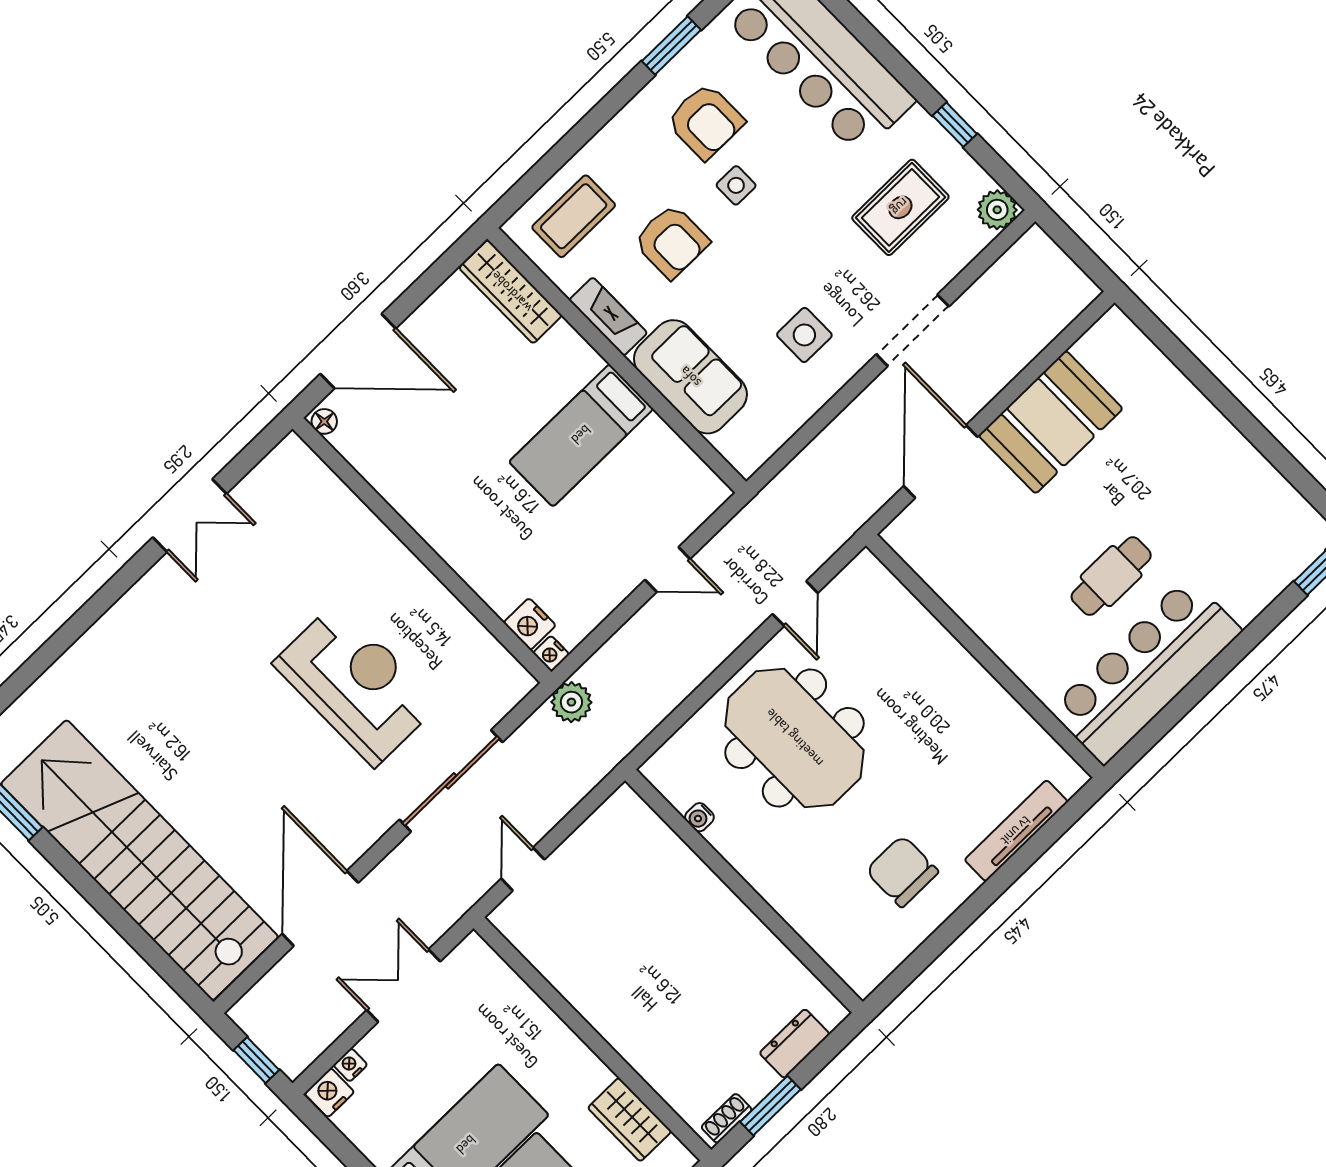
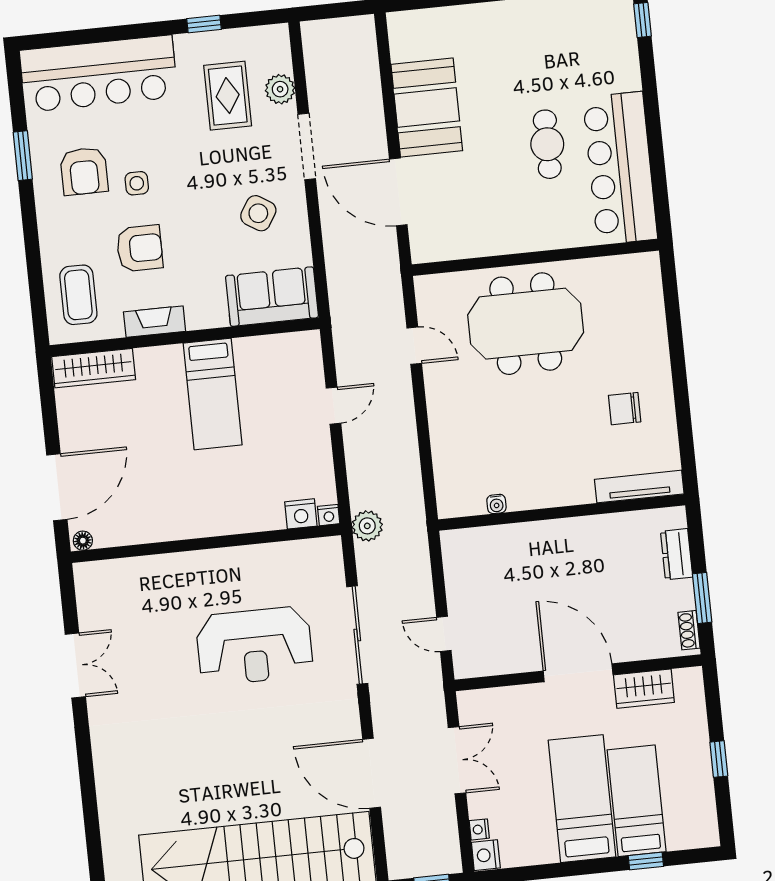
armchair: (705, 121) -> (84, 171), turned 90
plant: (997, 210) -> (280, 89), moved
side table: (804, 335) -> (258, 213), turned 32
sofa: (690, 377) -> (272, 297), moved
reception desk: (356, 684) -> (254, 646), turned 180
meeting table: (794, 738) -> (526, 324), moved
tv unit: (1016, 831) -> (639, 487), moved, turned 90
chair: (902, 871) -> (625, 409), width x0.73, depth x0.73
double door: (403, 986) -> (457, 760), swing flipped
door: (592, 1039) -> (578, 673), added

